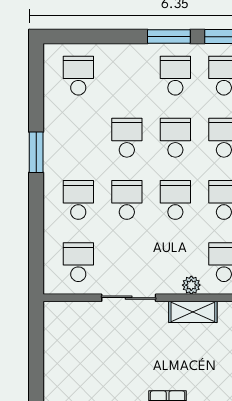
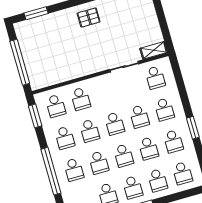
school desk: (127, 76) -> (158, 180), added
school desk: (78, 138) -> (173, 141), added
plant: (191, 285) -> (94, 82), removed
shelving: (193, 312) -> (154, 50), moved

